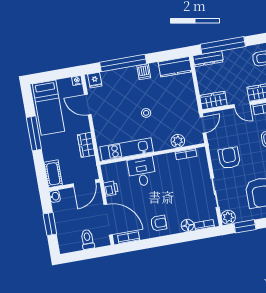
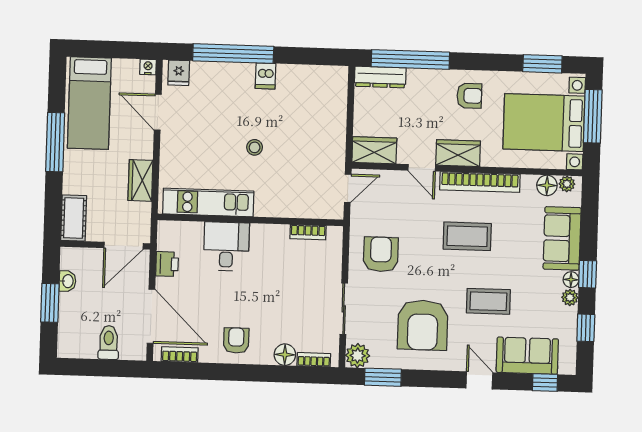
kitchen counter: (175, 67) -> (321, 79), removed
plant: (178, 141) -> (299, 207), removed
washbasin: (55, 196) -> (67, 281), moved
armchair: (159, 223) -> (236, 341), turned -90

